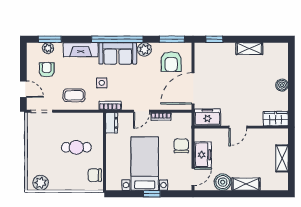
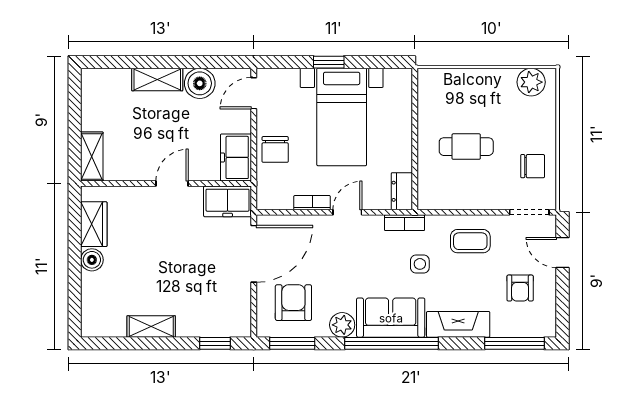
window: (50, 39) -> (514, 343), width x1.44
plant: (48, 48) -> (518, 327), removed
wardrobe: (276, 119) -> (94, 224), moved, turned -90
freezer: (203, 155) -> (236, 157), moved
shelving: (282, 158) -> (92, 156), moved
chair: (95, 175) -> (533, 166), moved

